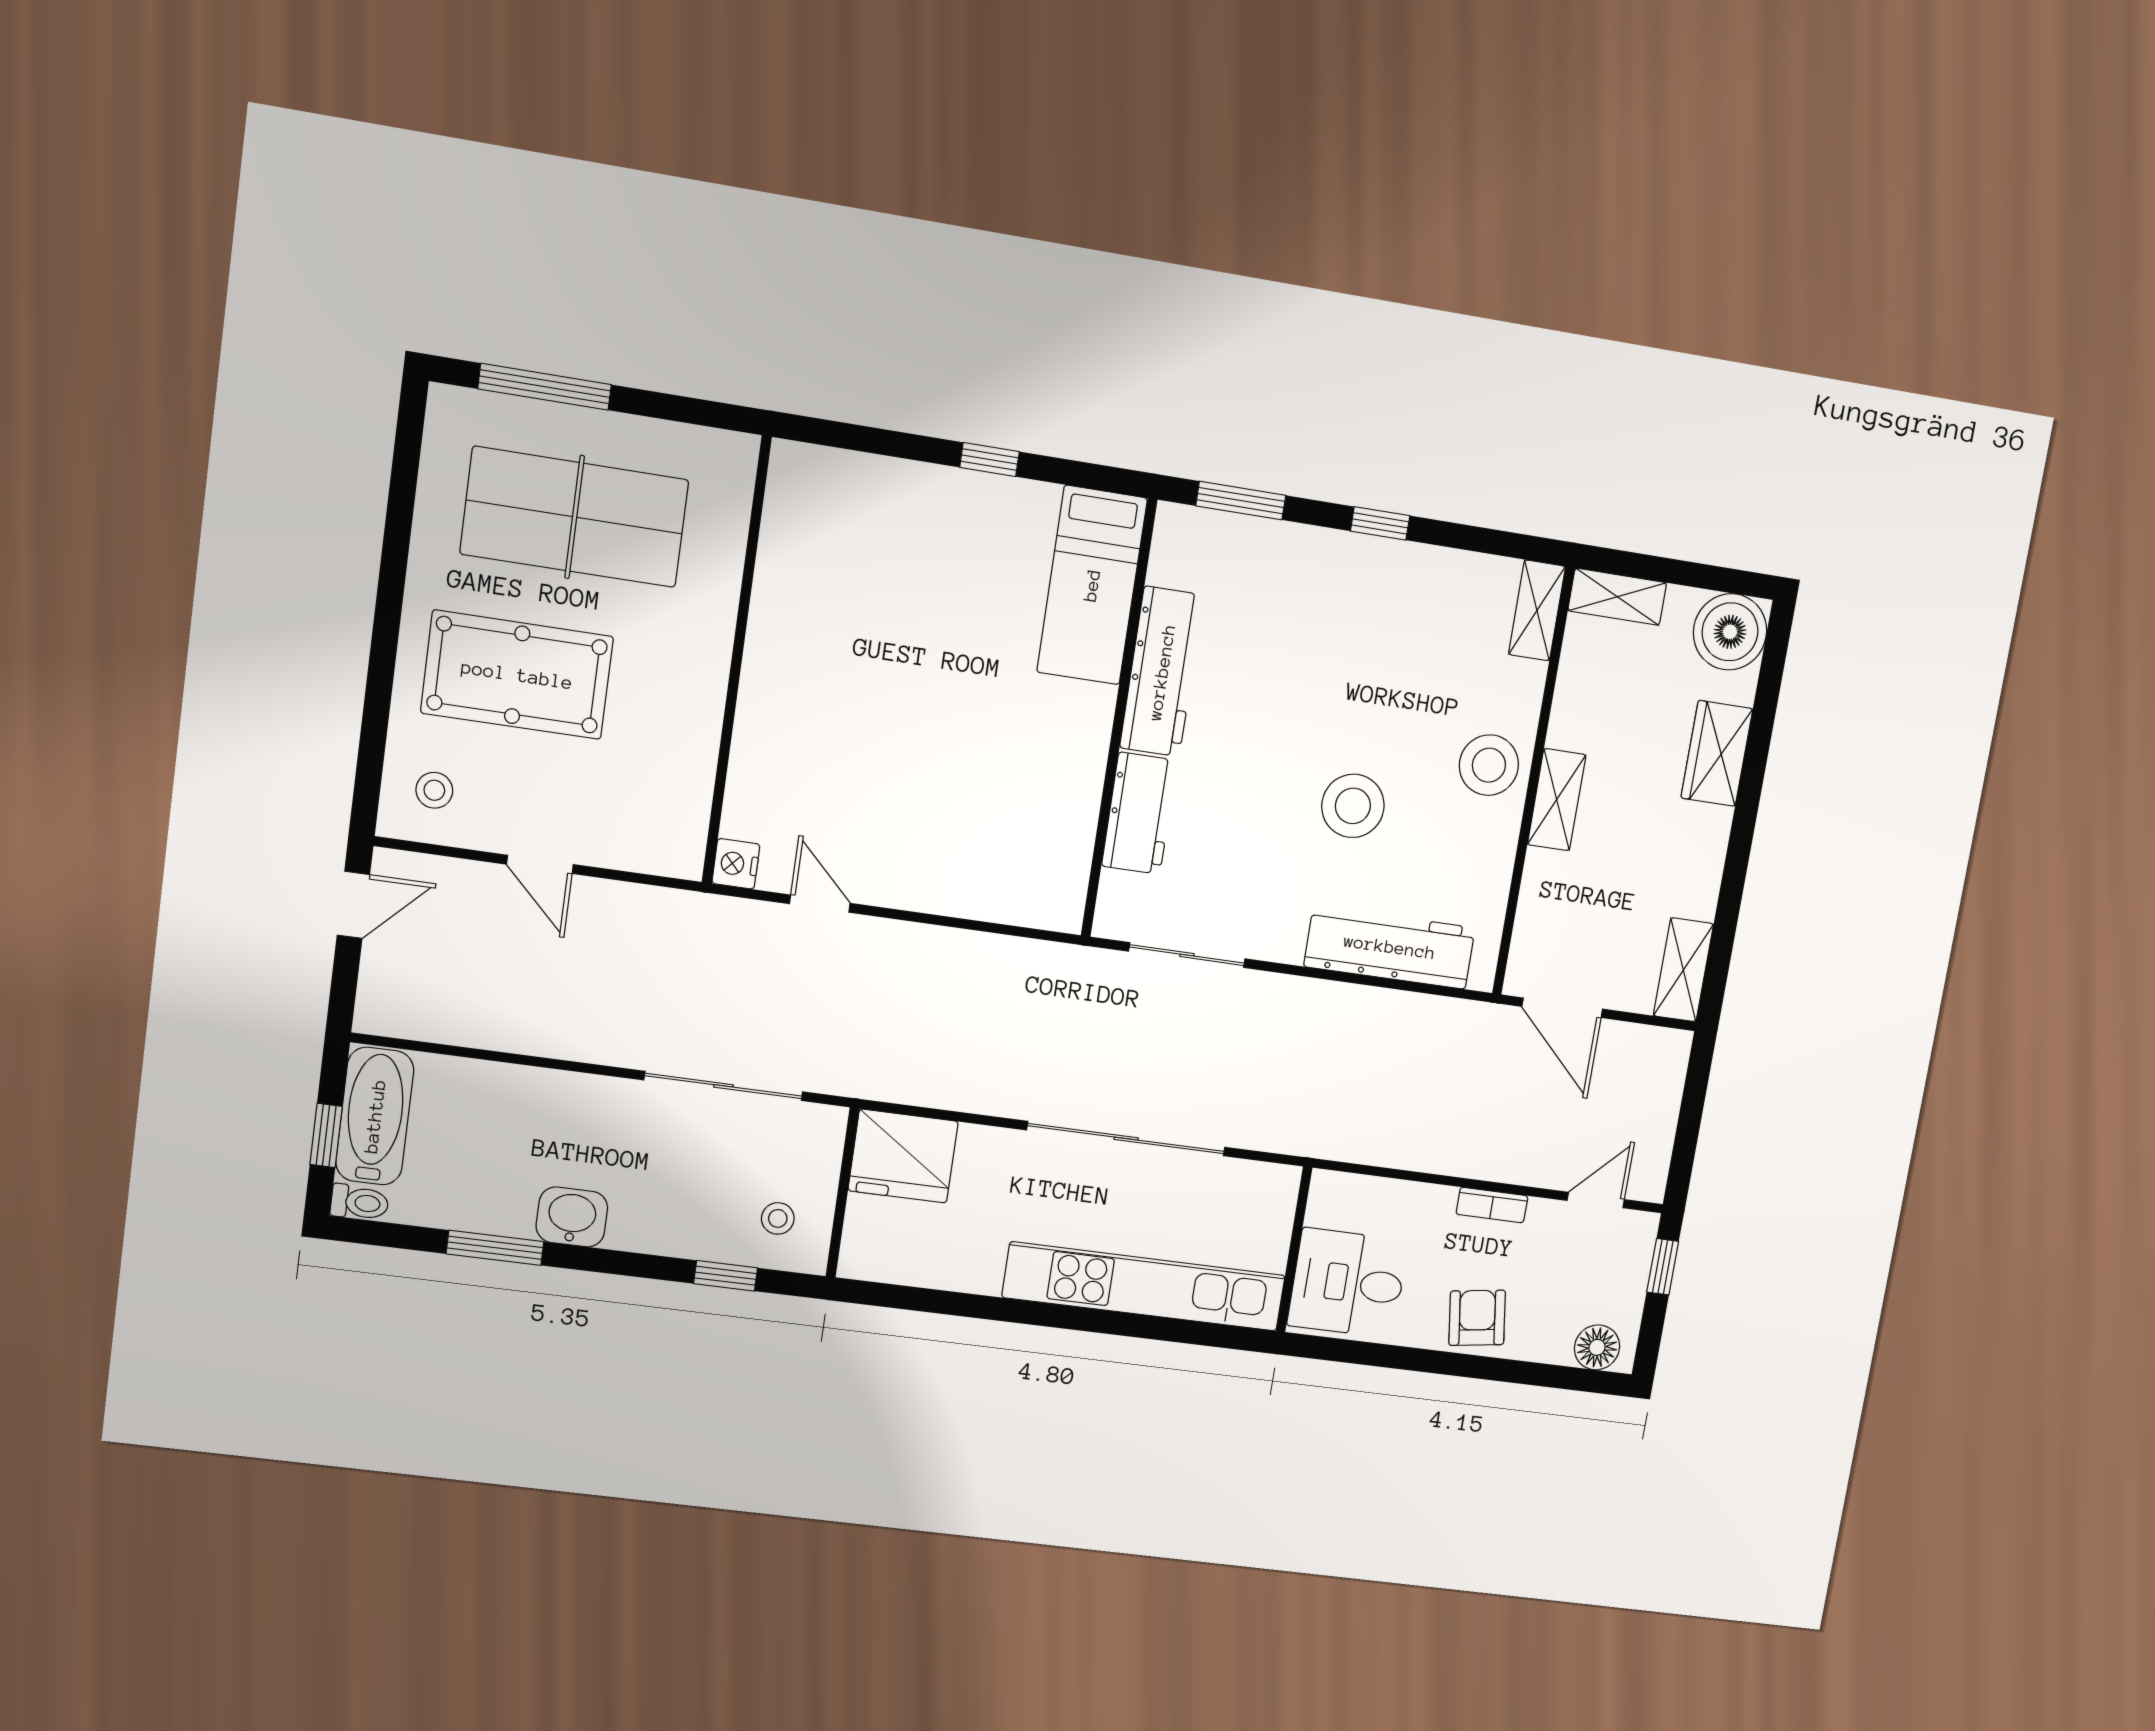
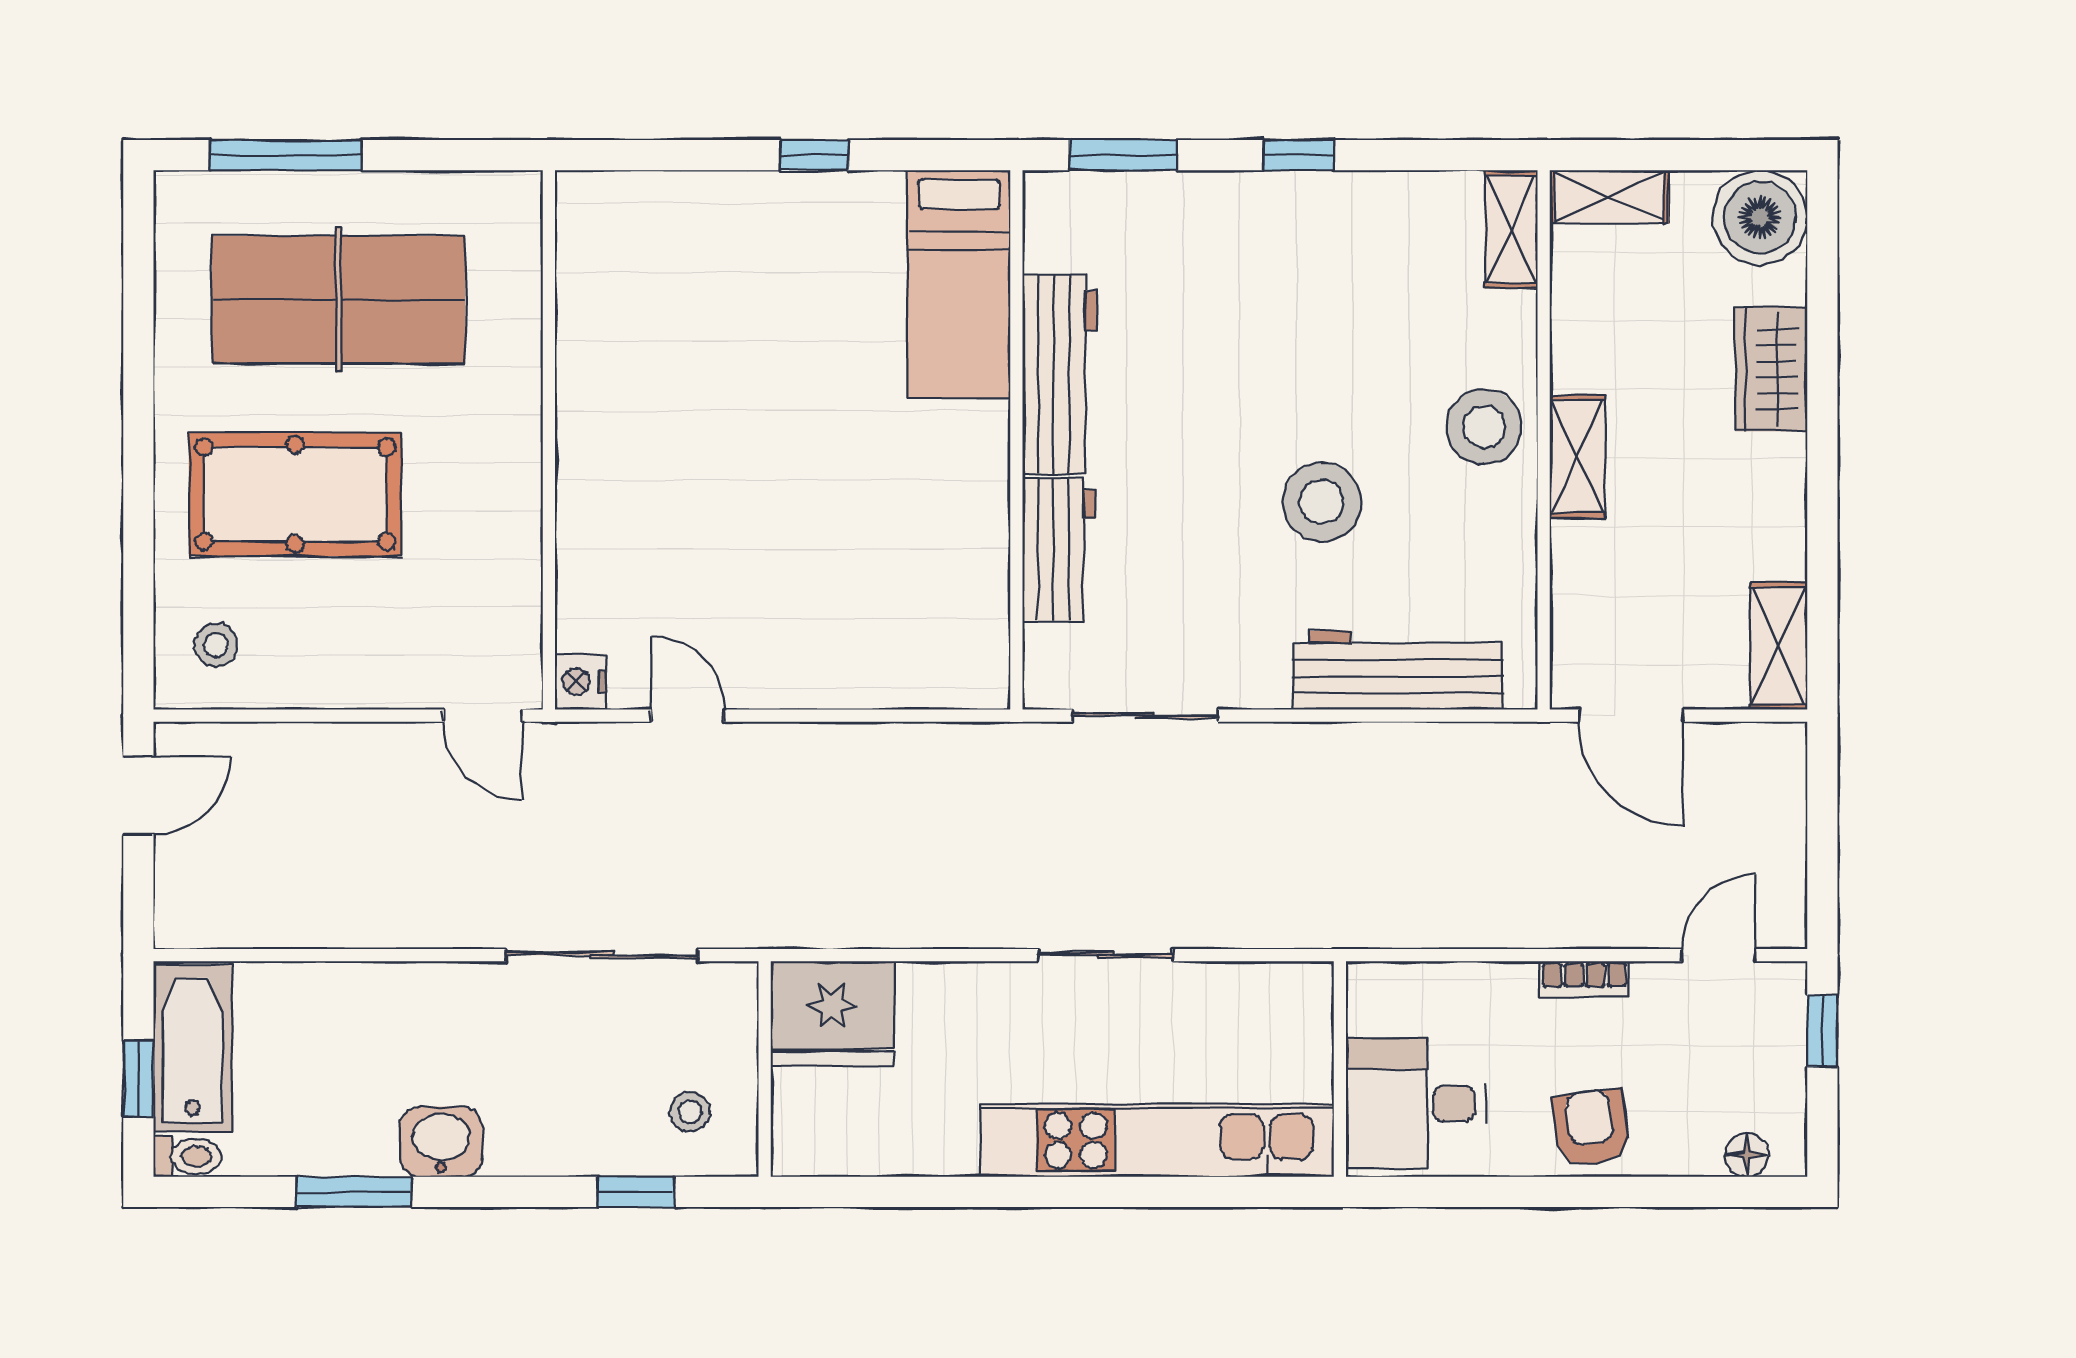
door: (540, 864) -> (483, 716), moved
sliding door: (1126, 1139) -> (1105, 955), width x0.54
floor lamp: (1597, 1347) -> (1747, 1155), width x0.73, depth x0.73

